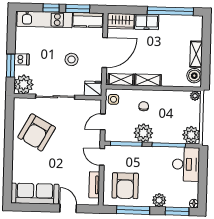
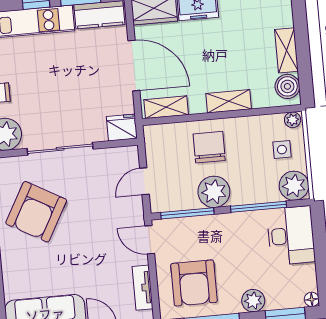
door: (105, 53) -> (134, 66), hinge flipped
stool: (71, 59) -> (80, 84), removed
shelving: (148, 80) -> (229, 101), moved
side table: (113, 99) -> (282, 150), moved
chair: (144, 106) -> (209, 147), width x1.87, depth x1.87

